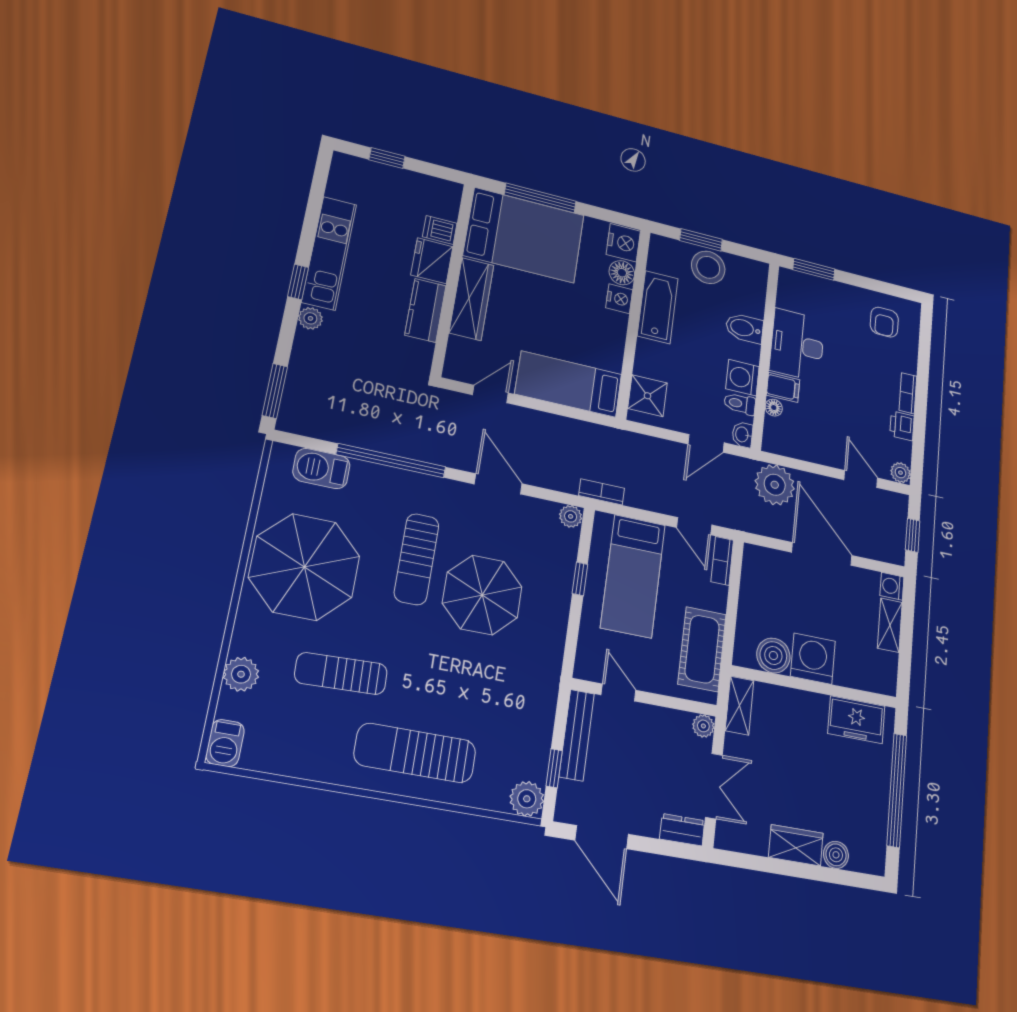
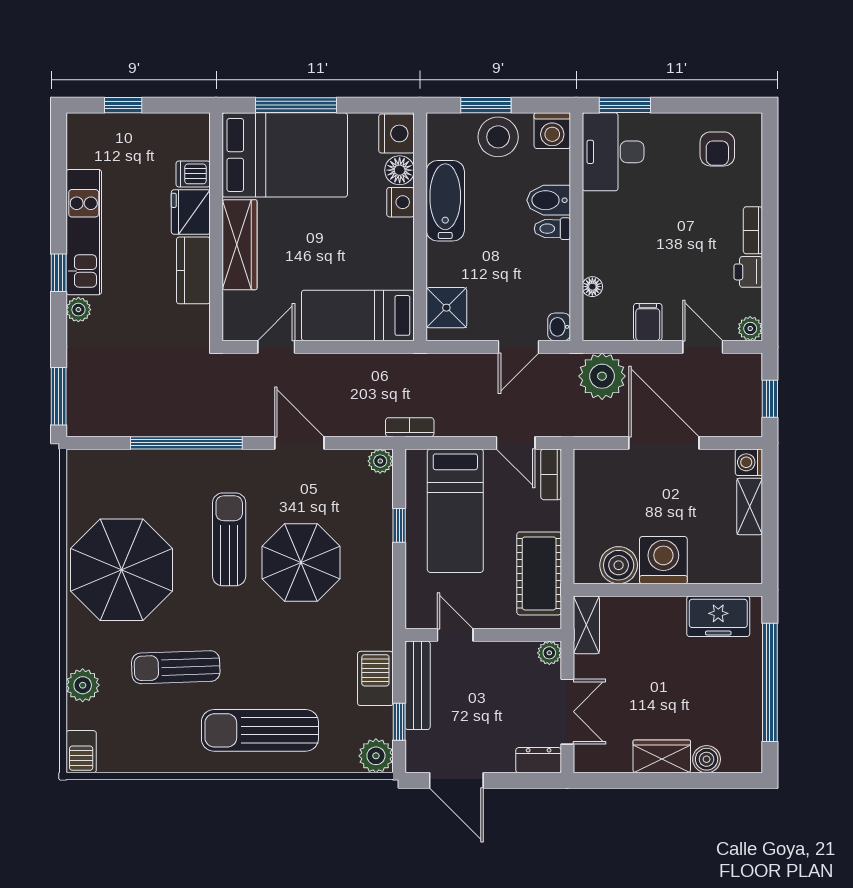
desk: (797, 345) -> (613, 152), moved
washing machine: (742, 378) -> (552, 131), moved, turned -90
filing cabinet: (783, 387) -> (648, 322), moved, turned -90
toilet: (740, 404) -> (552, 229), moved
barbecue: (321, 468) -> (375, 678), moved, turned 90
sun lounger: (417, 559) -> (229, 539), turned 180

